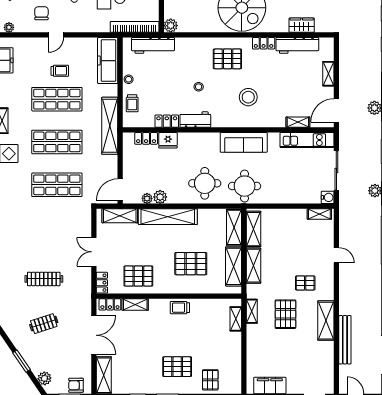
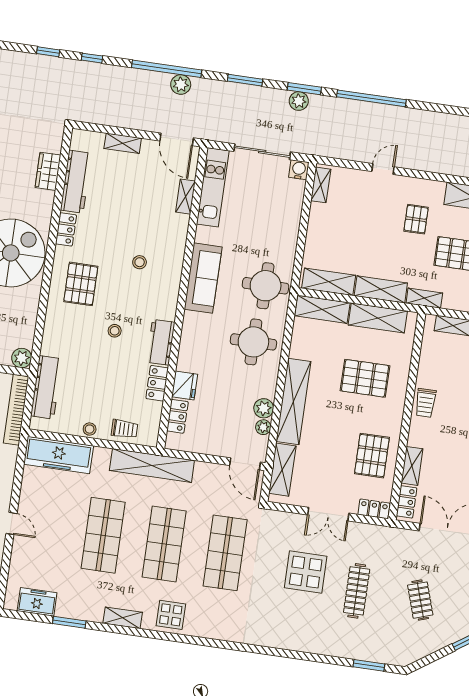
trolley: (60, 71) -> (63, 525), removed
stool: (248, 97) -> (140, 262), width x0.53, depth x0.53
display table: (52, 242) -> (306, 572), added
pallet: (191, 264) -> (365, 378), turned 90
shelving: (252, 311) -> (424, 298), moved

